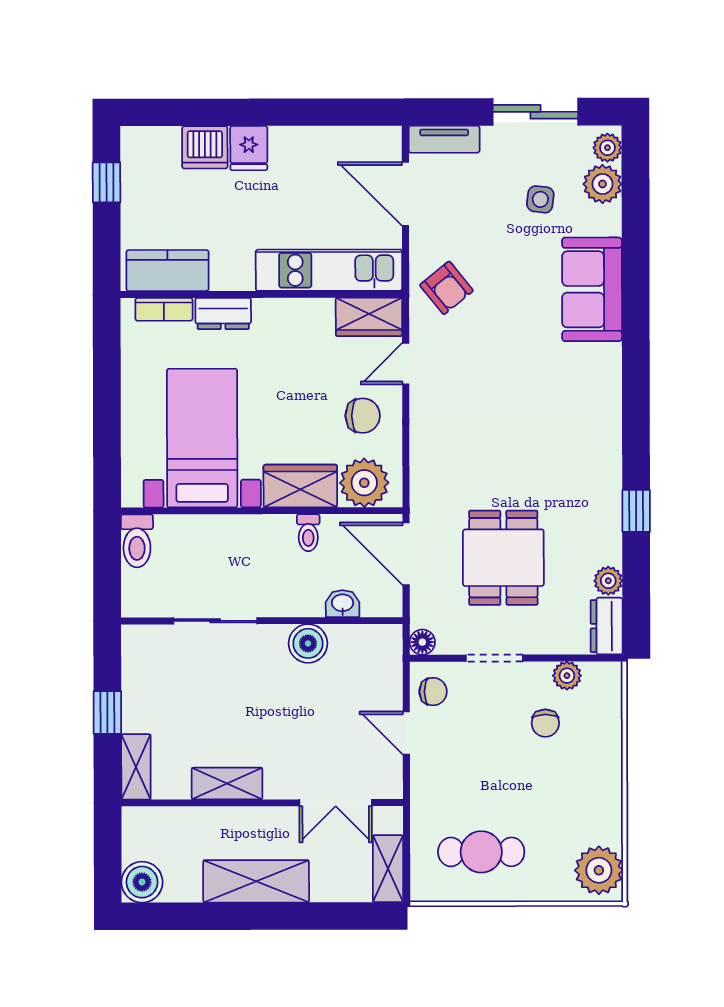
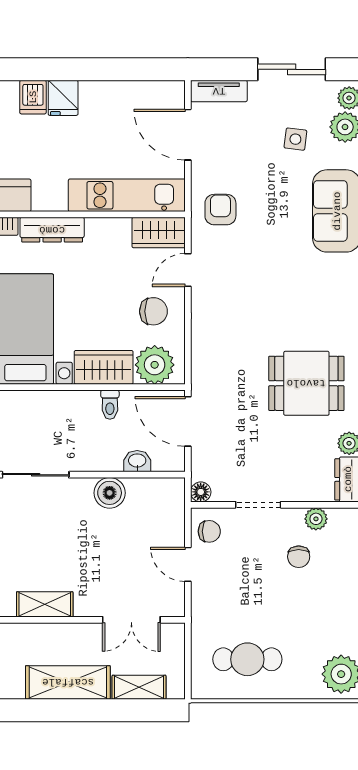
dishwasher: (205, 147) -> (33, 97), width x0.73
armchair: (446, 288) -> (220, 210), turned -141
dresser: (223, 314) -> (52, 230), width x1.44
dining table: (503, 558) -> (306, 383), moved, turned 90
shelving: (388, 869) -> (139, 687), moved, turned 90

